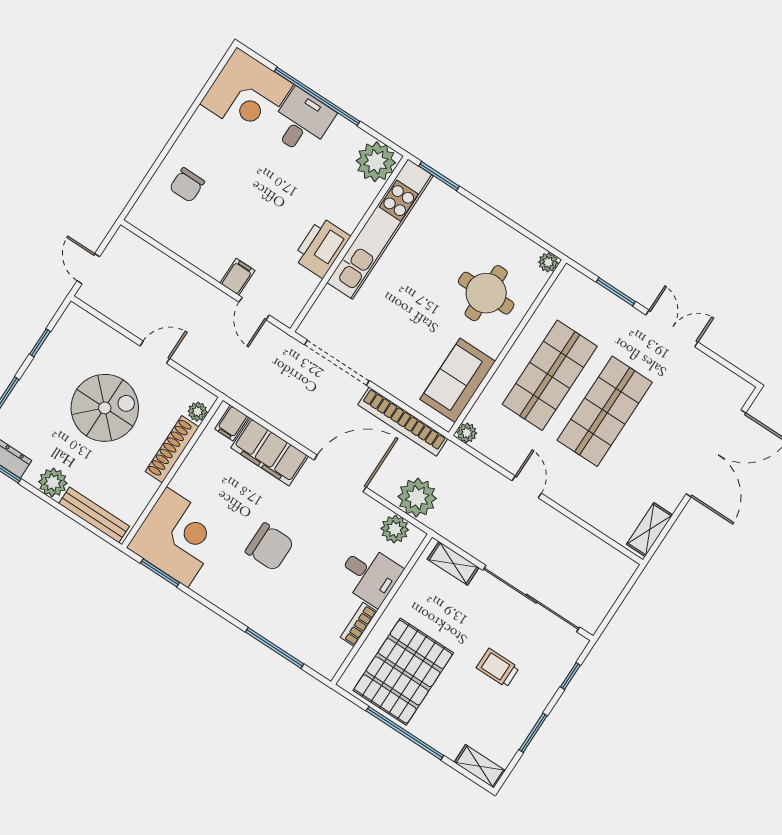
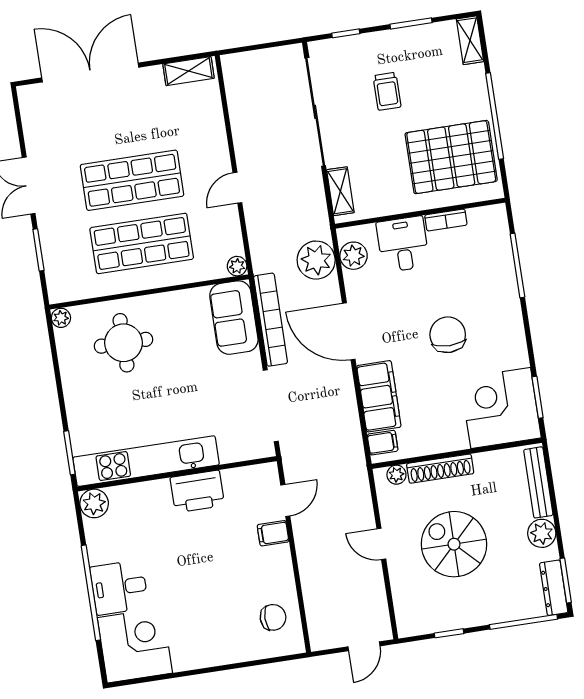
plant: (376, 162) -> (94, 503), width x0.73, depth x0.73
chair: (187, 185) -> (273, 617), moved
sofa: (458, 380) -> (234, 318), moved, turned 90

